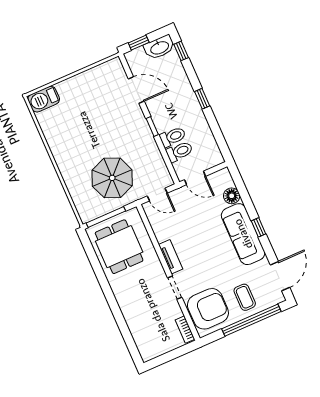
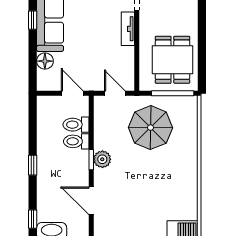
plant: (143, 131) -> (102, 159), added

